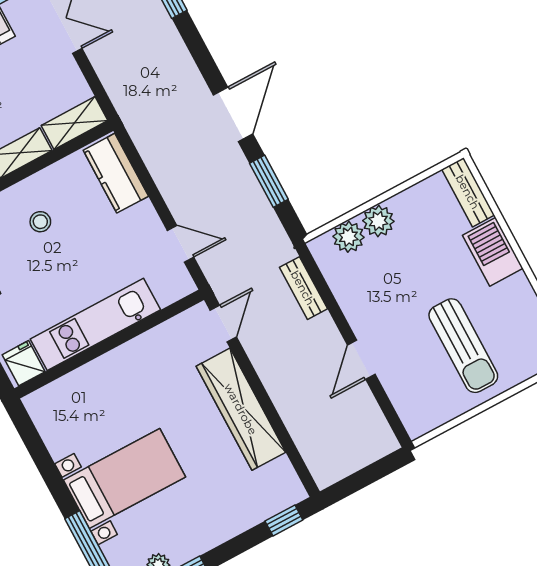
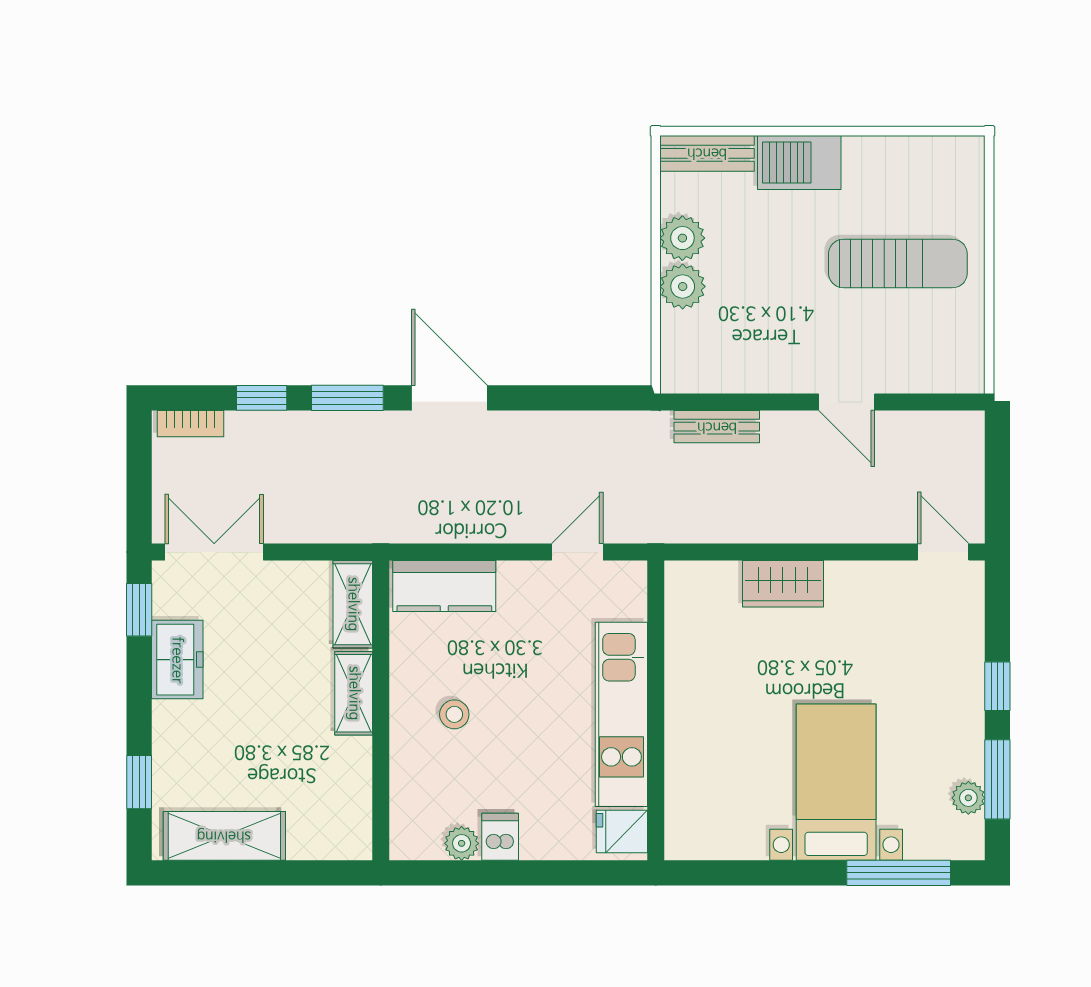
window: (269, 181) -> (347, 398), moved
plant: (348, 237) -> (682, 238), moved
door: (223, 324) -> (943, 552), moved
wardrobe: (241, 409) -> (783, 584), width x0.48, depth x0.85
window: (284, 521) -> (997, 686), moved

